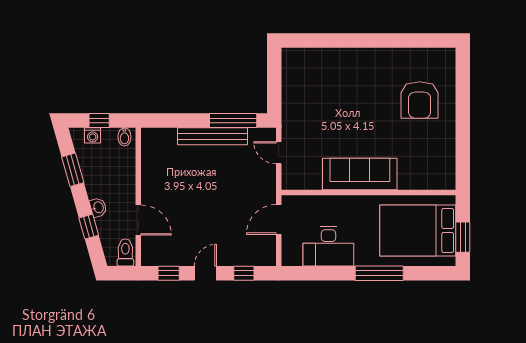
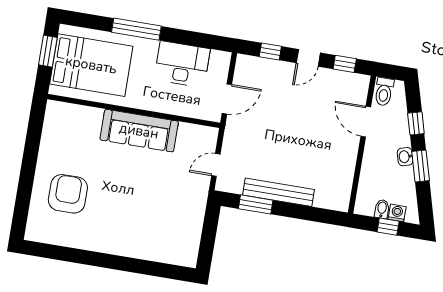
window: (233, 120) -> (256, 204), width x0.69
bidet: (124, 137) -> (382, 209), moved
door: (279, 153) -> (216, 165), swing flipped
window: (73, 170) -> (421, 166), moved
washbasin: (98, 207) -> (405, 157), moved

